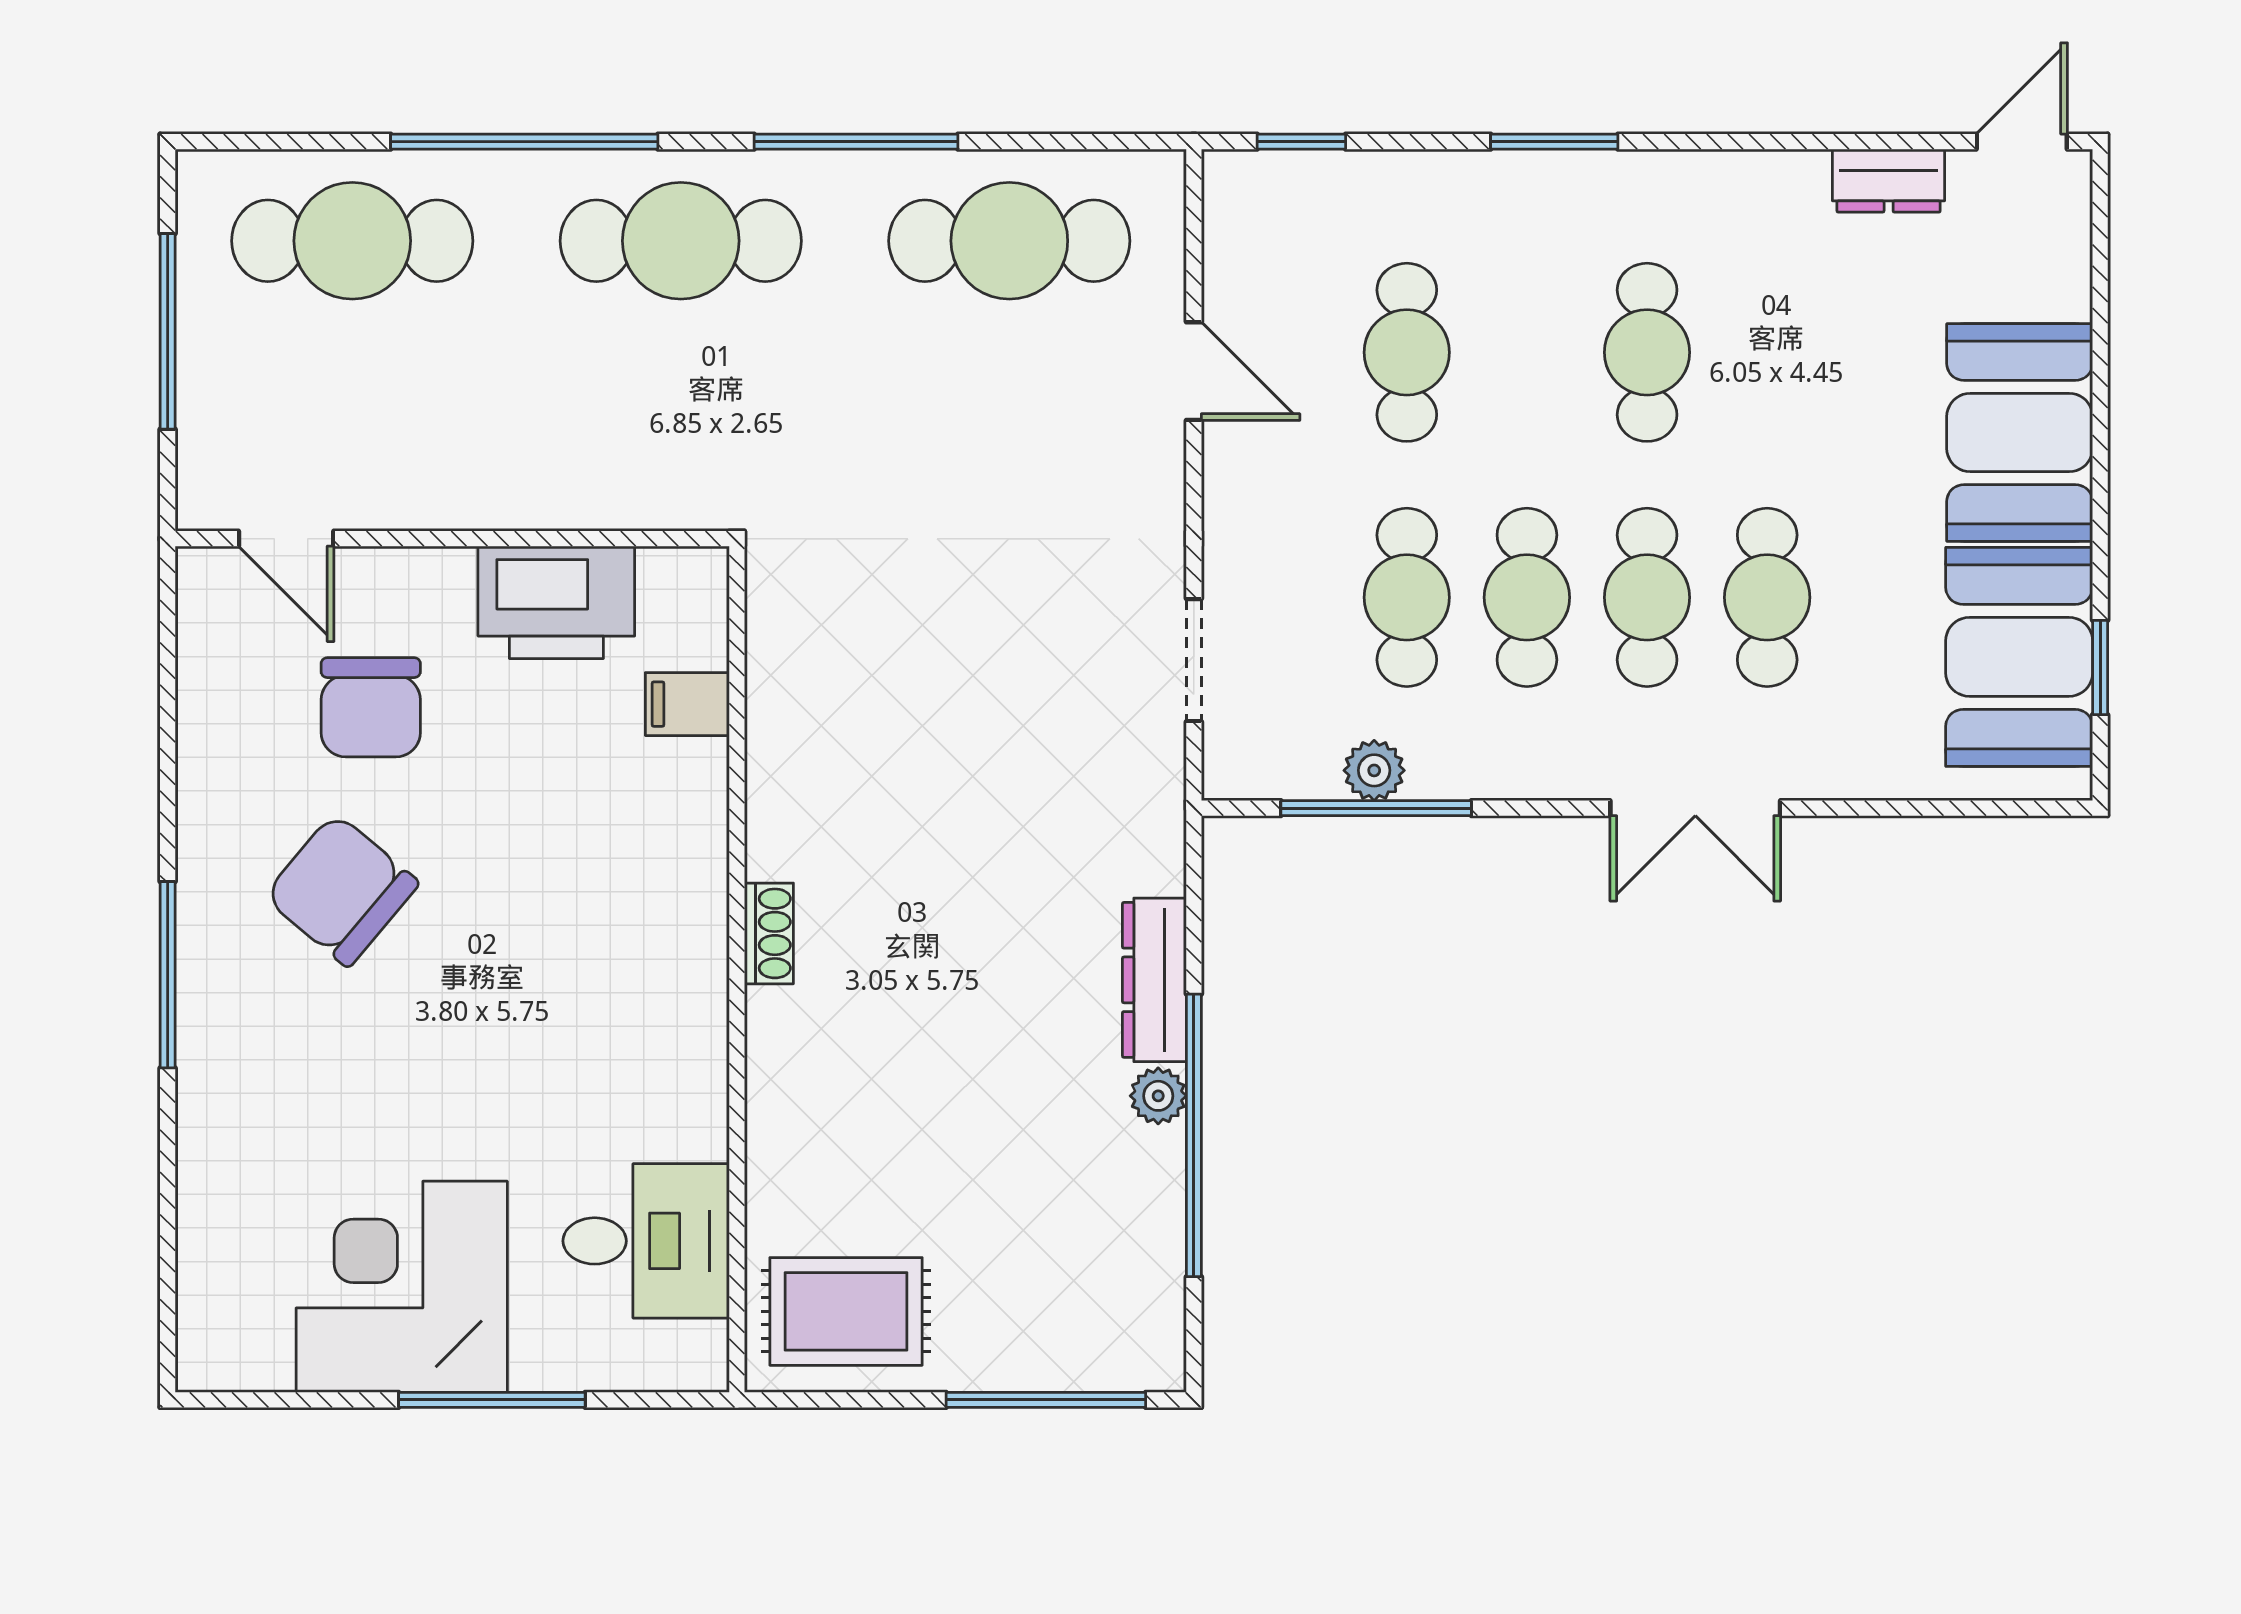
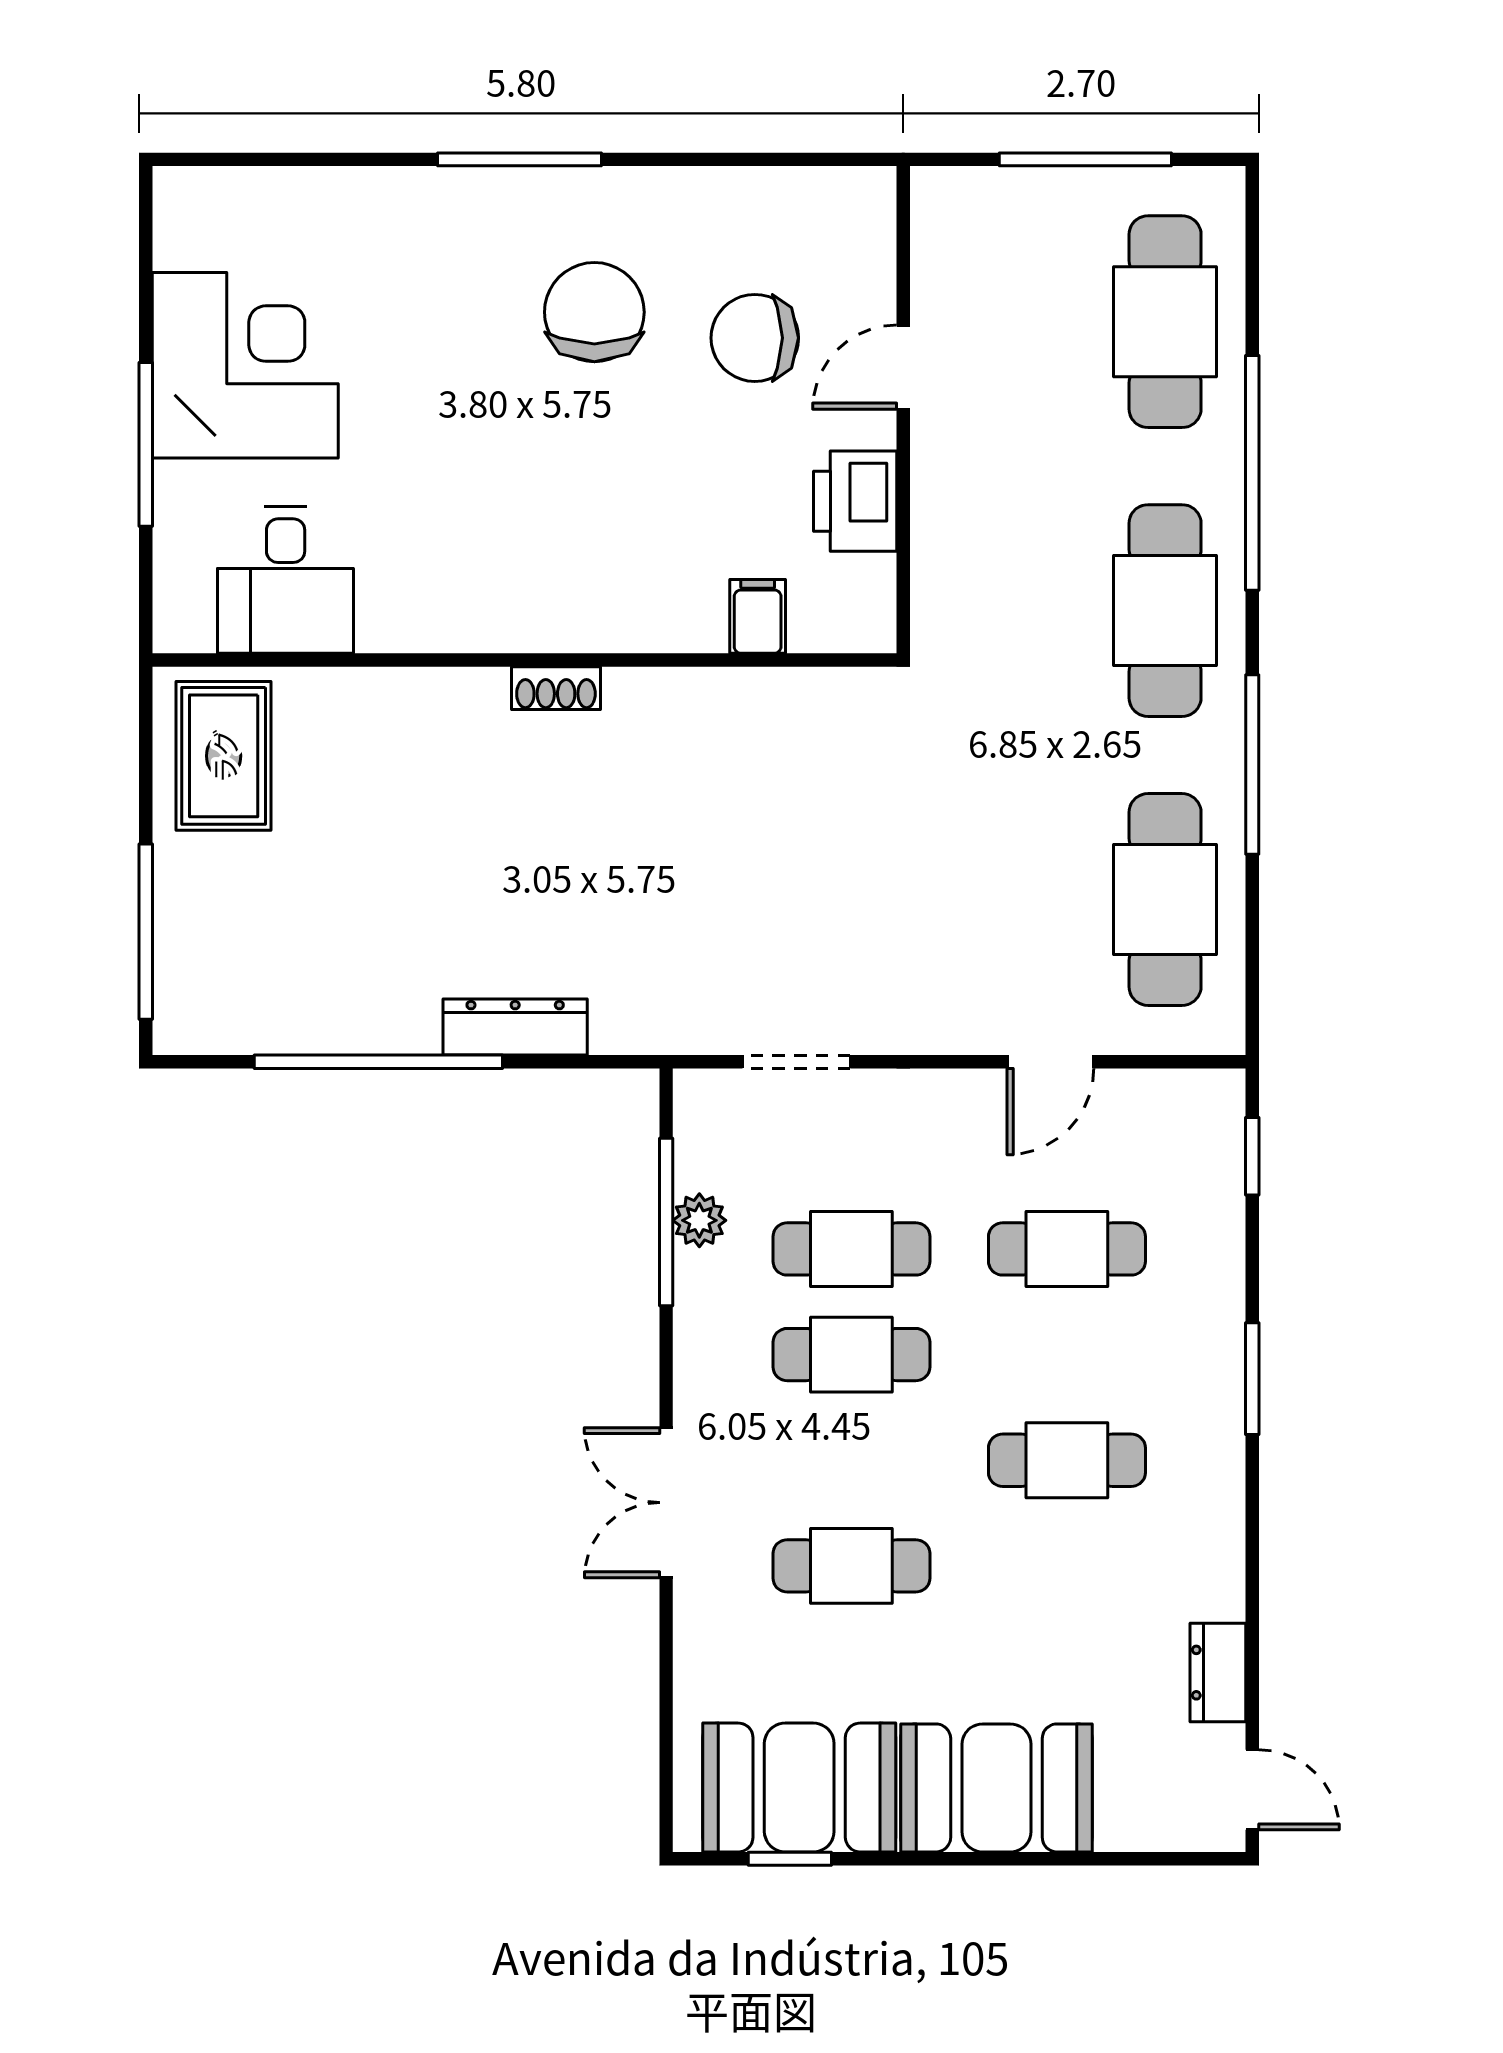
door: (286, 539) -> (903, 367), moved
cafe table: (1647, 597) -> (851, 1460), removed
printer: (556, 602) -> (855, 501), width x0.73, depth x0.84
chair: (341, 890) -> (594, 312), turned -40
plant: (1158, 1096) -> (413, 1030), removed

